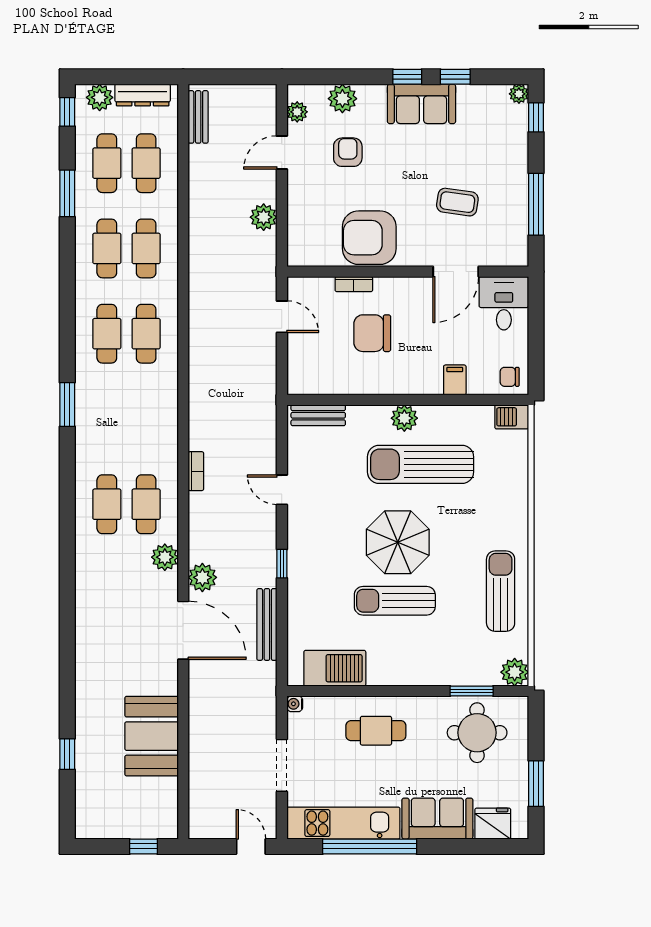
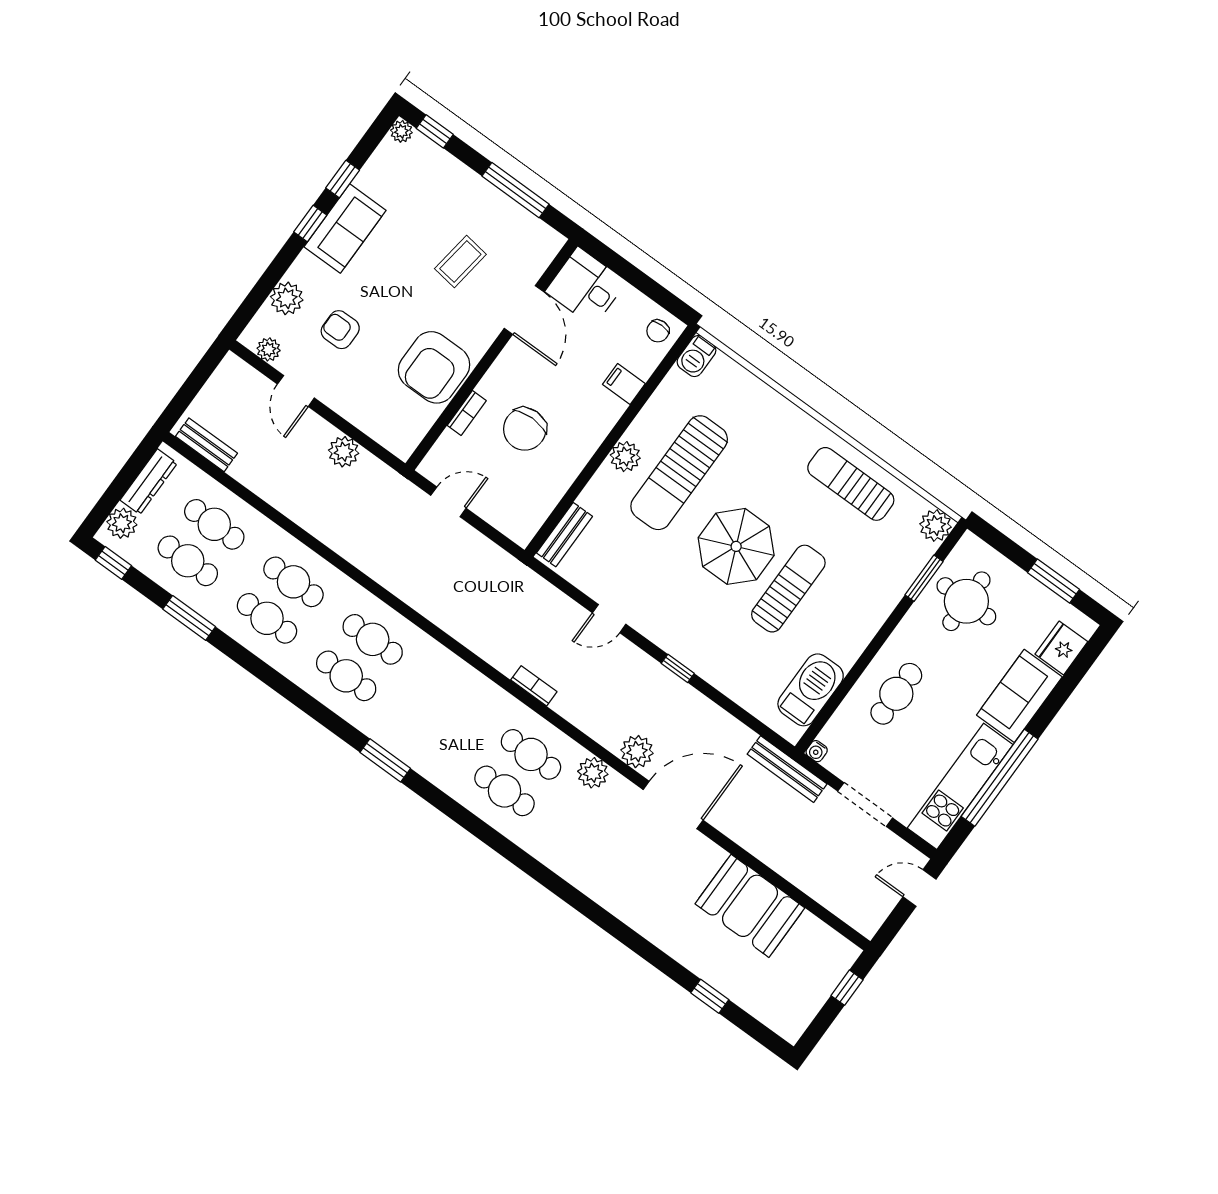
sun lounger: (395, 601) -> (788, 589), turned 180
bench: (267, 624) -> (787, 769), moved

